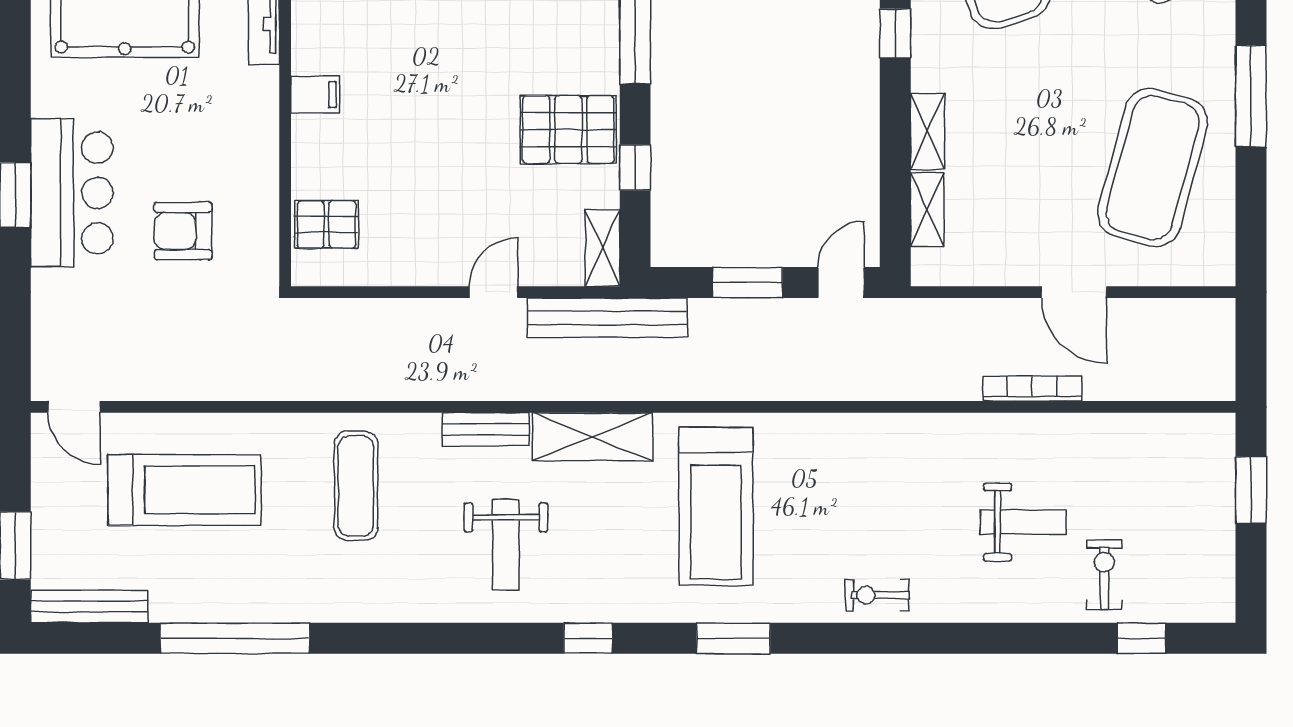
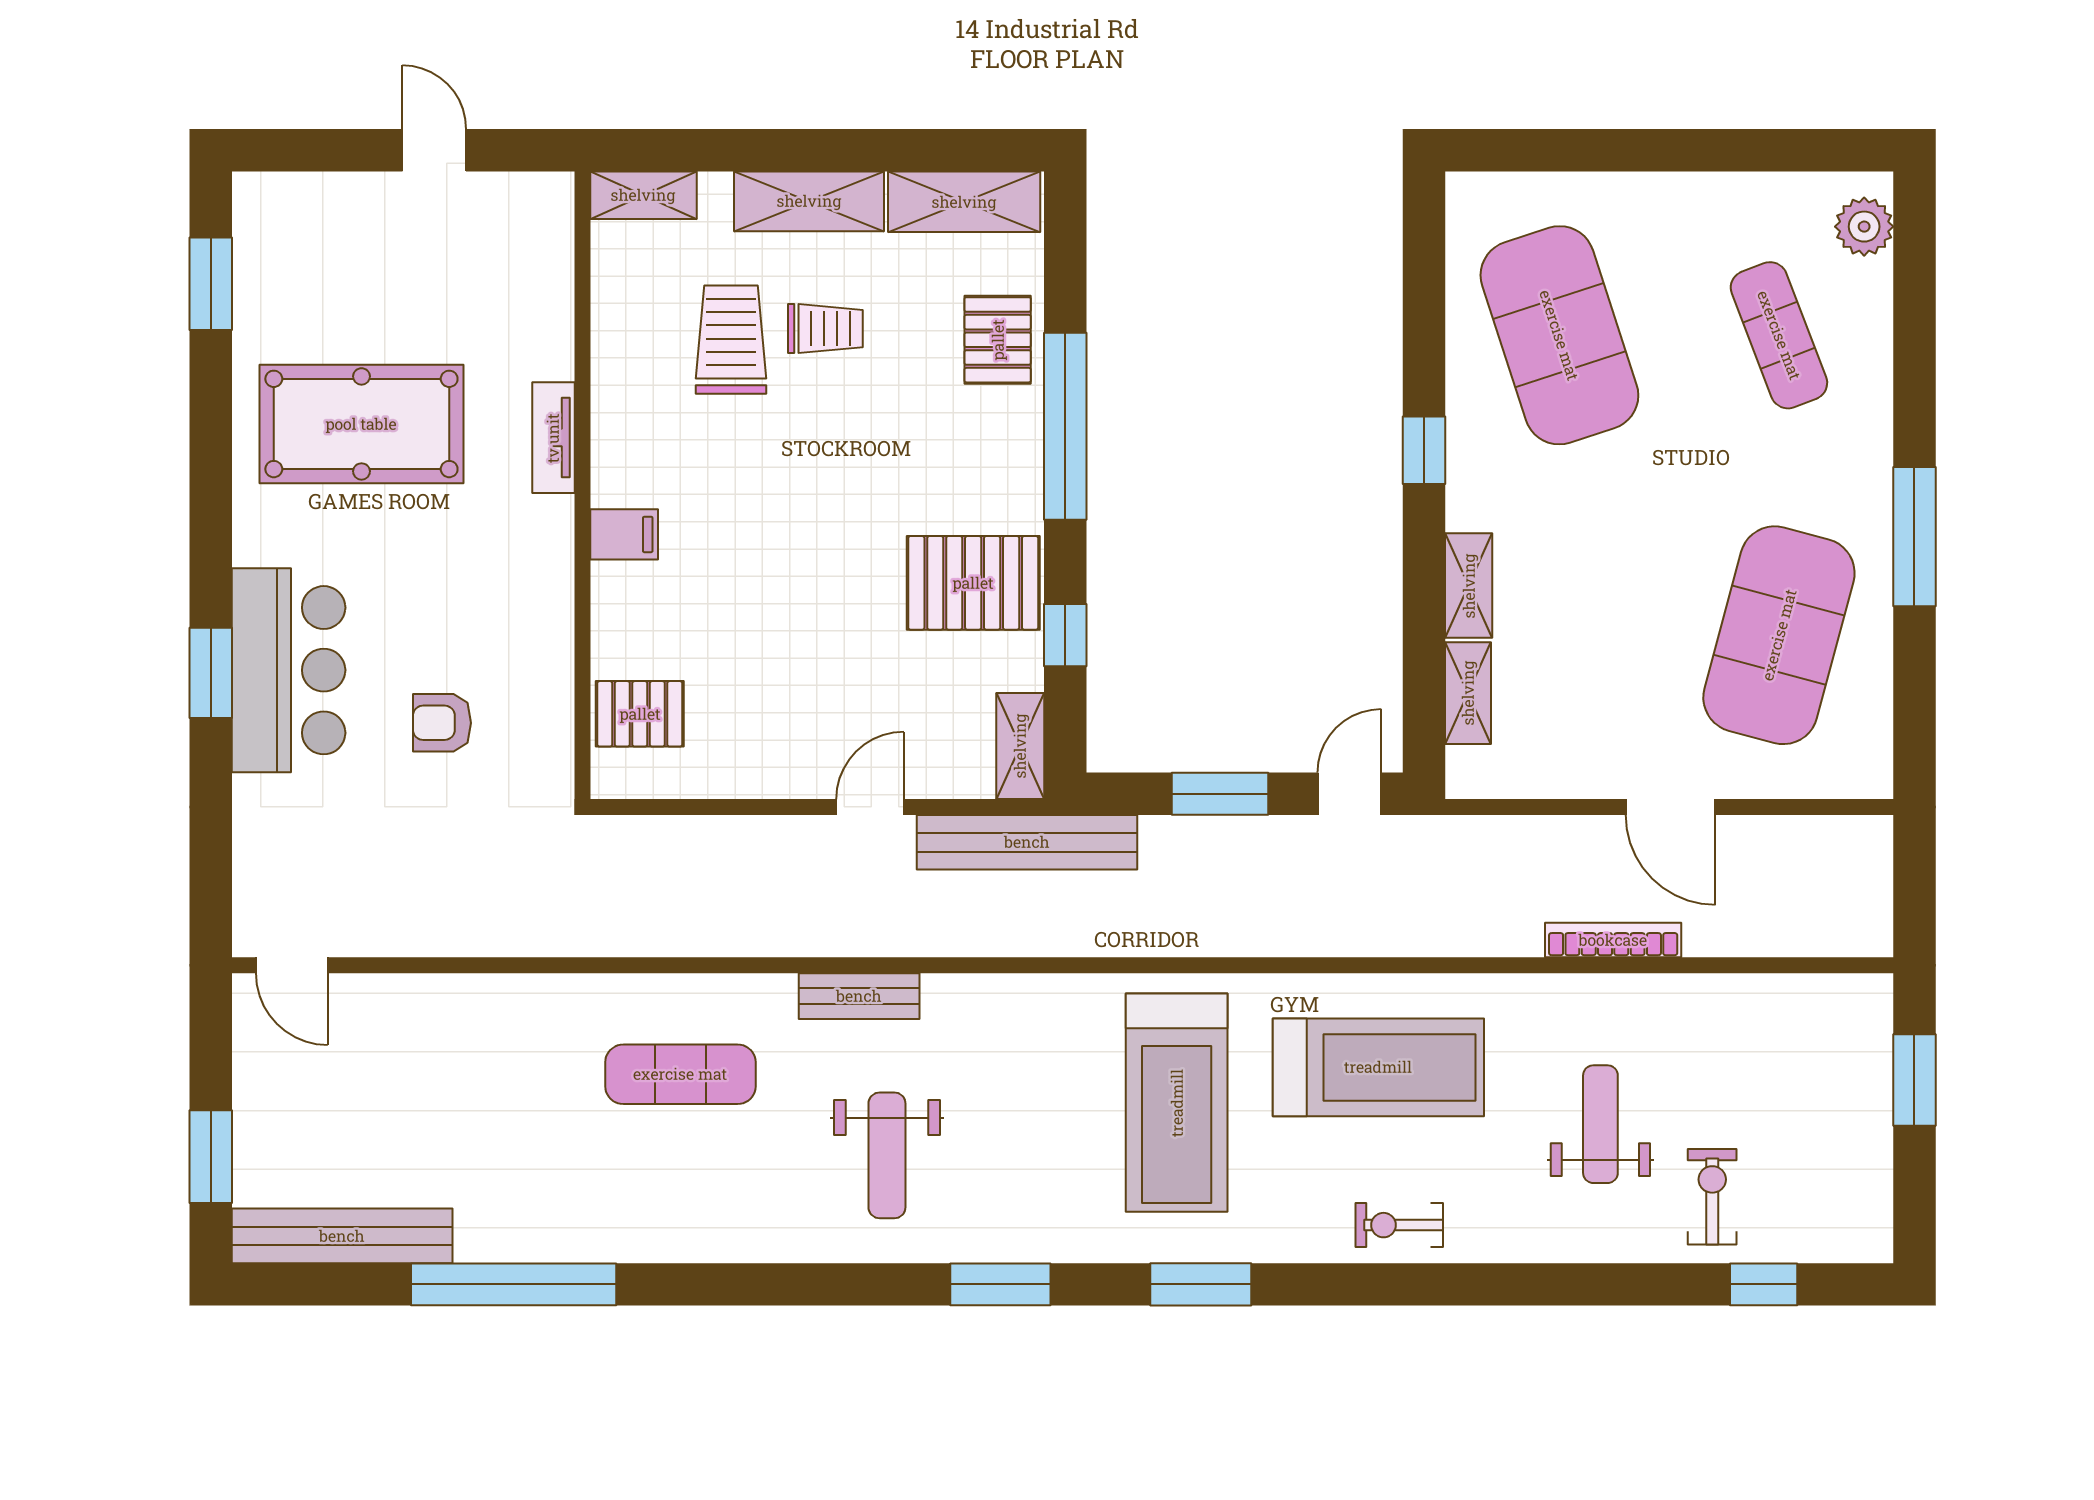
armchair: (183, 231) -> (442, 723), width x0.72, depth x0.72
shelving: (592, 437) -> (1006, 1006), removed
exercise mat: (356, 486) -> (680, 1074), turned 90
treadmill: (185, 490) -> (1378, 1067), moved
weight bench: (1023, 522) -> (1600, 1124), turned -90
bench: (89, 607) -> (342, 1236), width x1.37, depth x1.21
window: (588, 638) -> (1000, 1284), width x1.50

